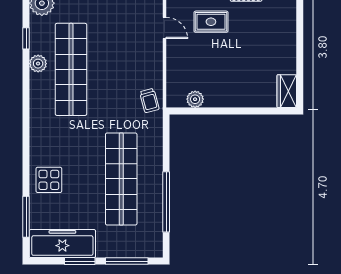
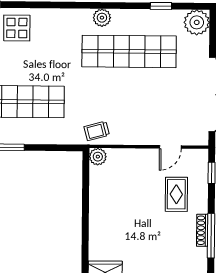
plant: (38, 64) -> (102, 18), moved
plant: (195, 99) -> (98, 157), moved

